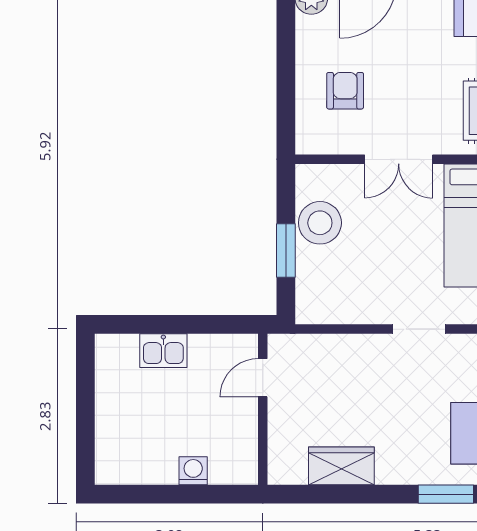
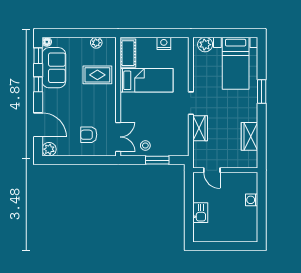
double door: (399, 159) -> (118, 137), moved
stool: (320, 223) -> (145, 146), width x0.53, depth x0.53
wardrobe: (360, 351) -> (200, 128), added

